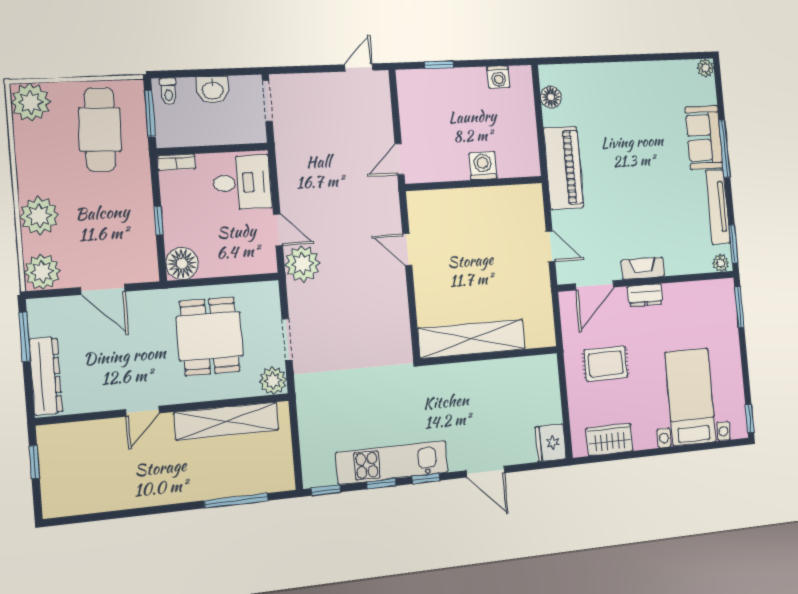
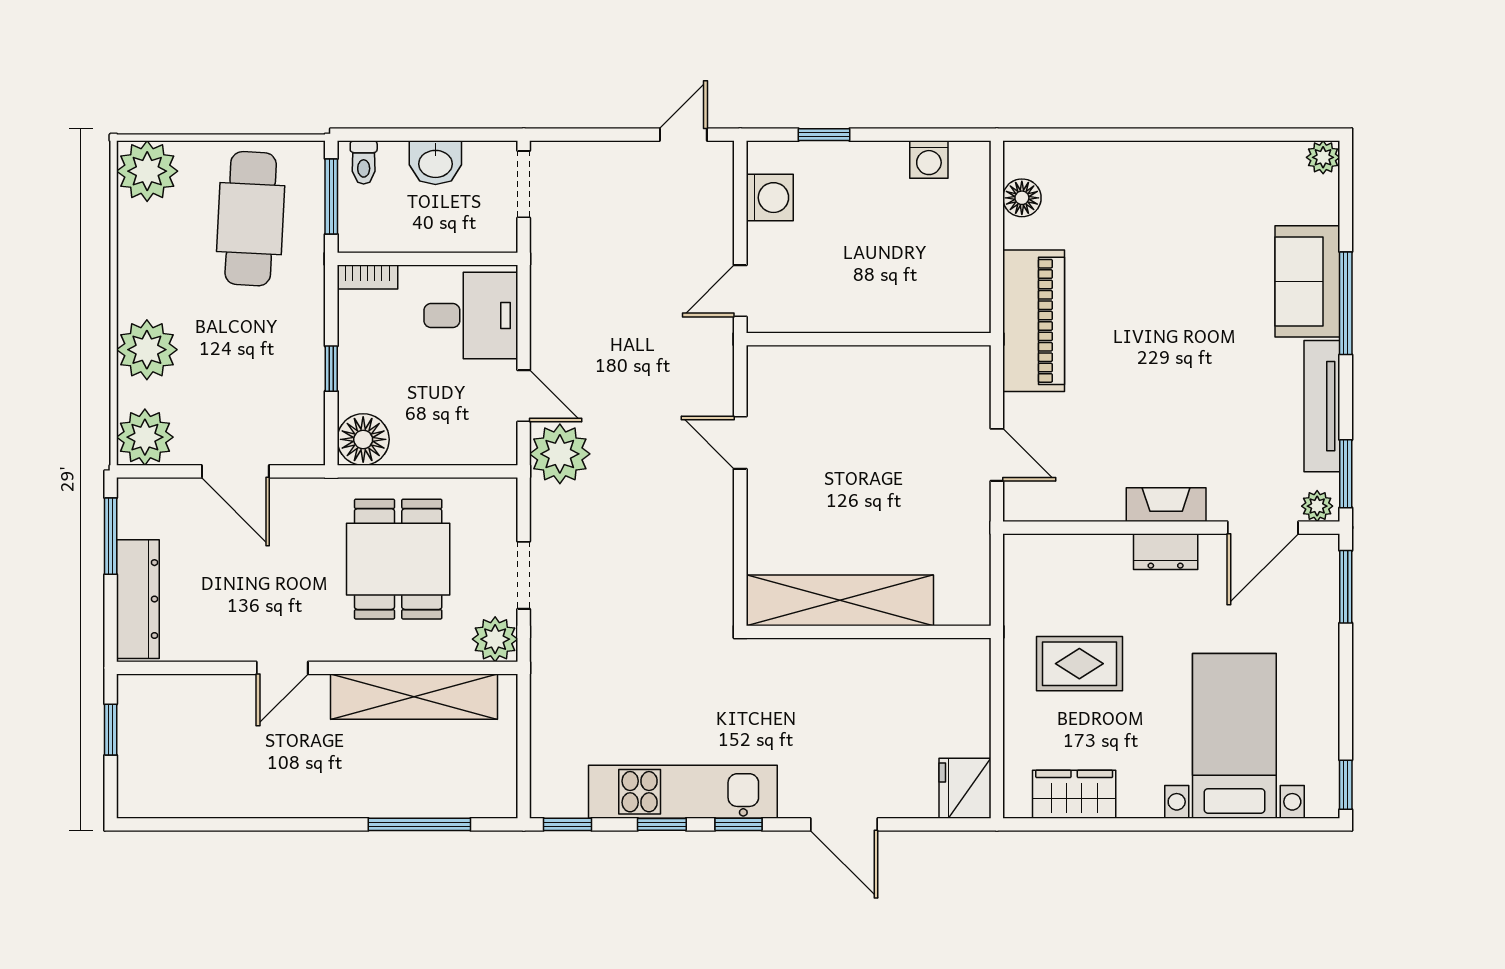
washing machine: (483, 166) -> (770, 198), moved, turned 90
door: (595, 285) -> (1263, 528), moved

